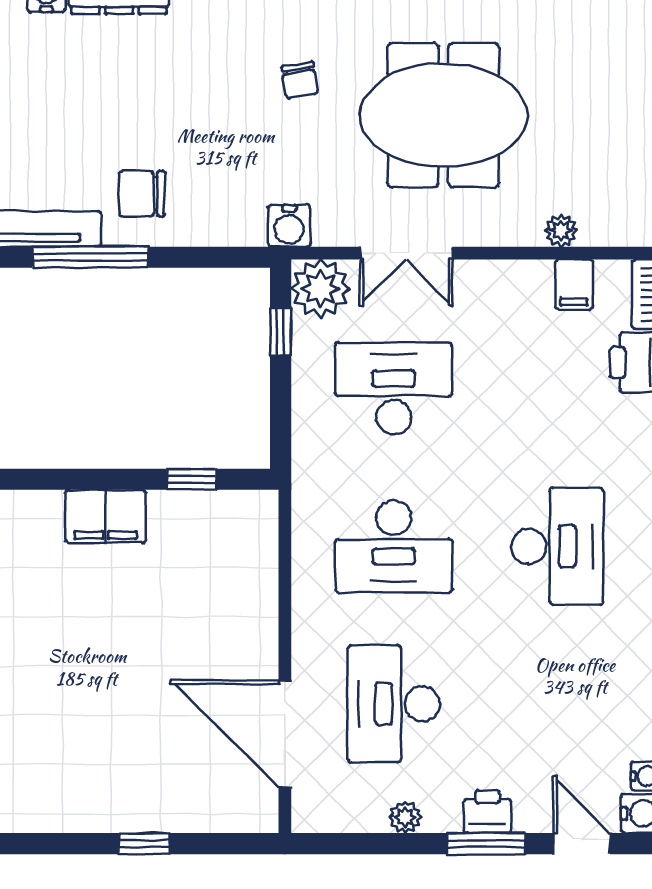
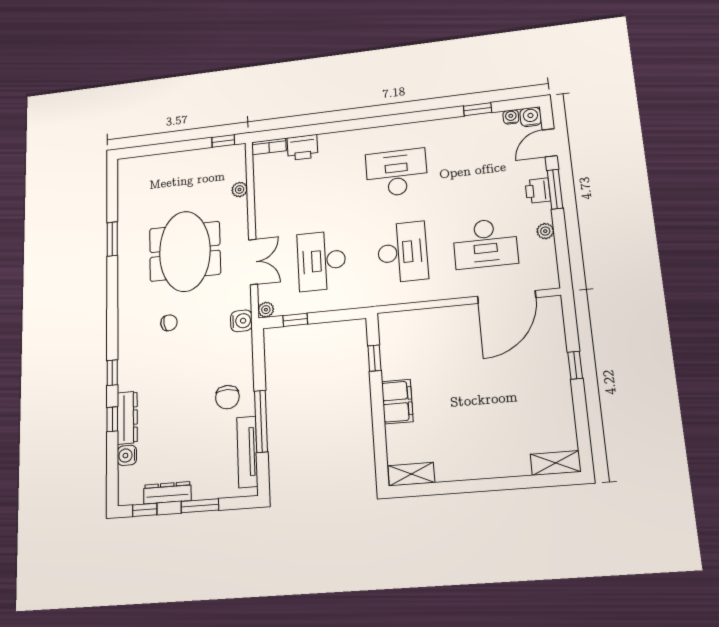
filing cabinet: (574, 284) -> (266, 180), removed
plant: (320, 289) -> (266, 310), width x0.53, depth x0.53

